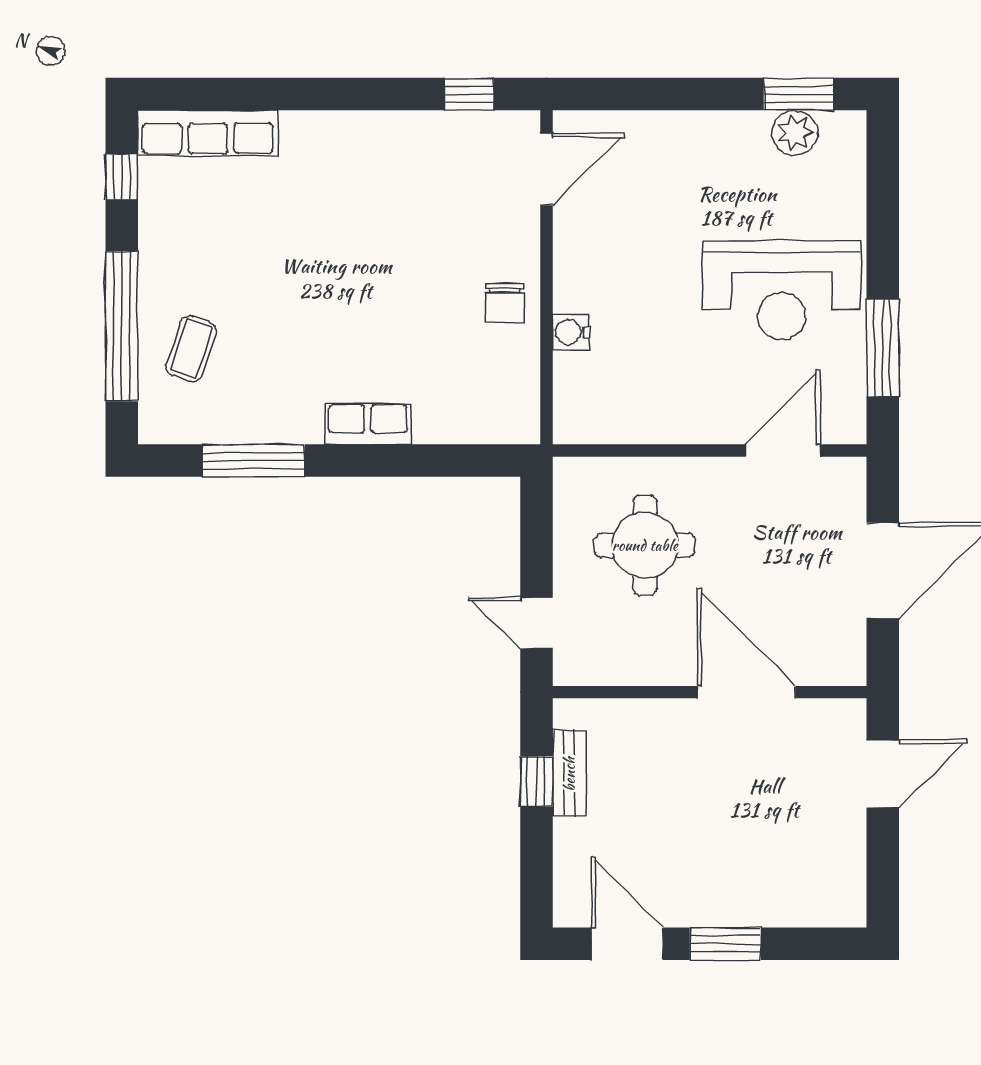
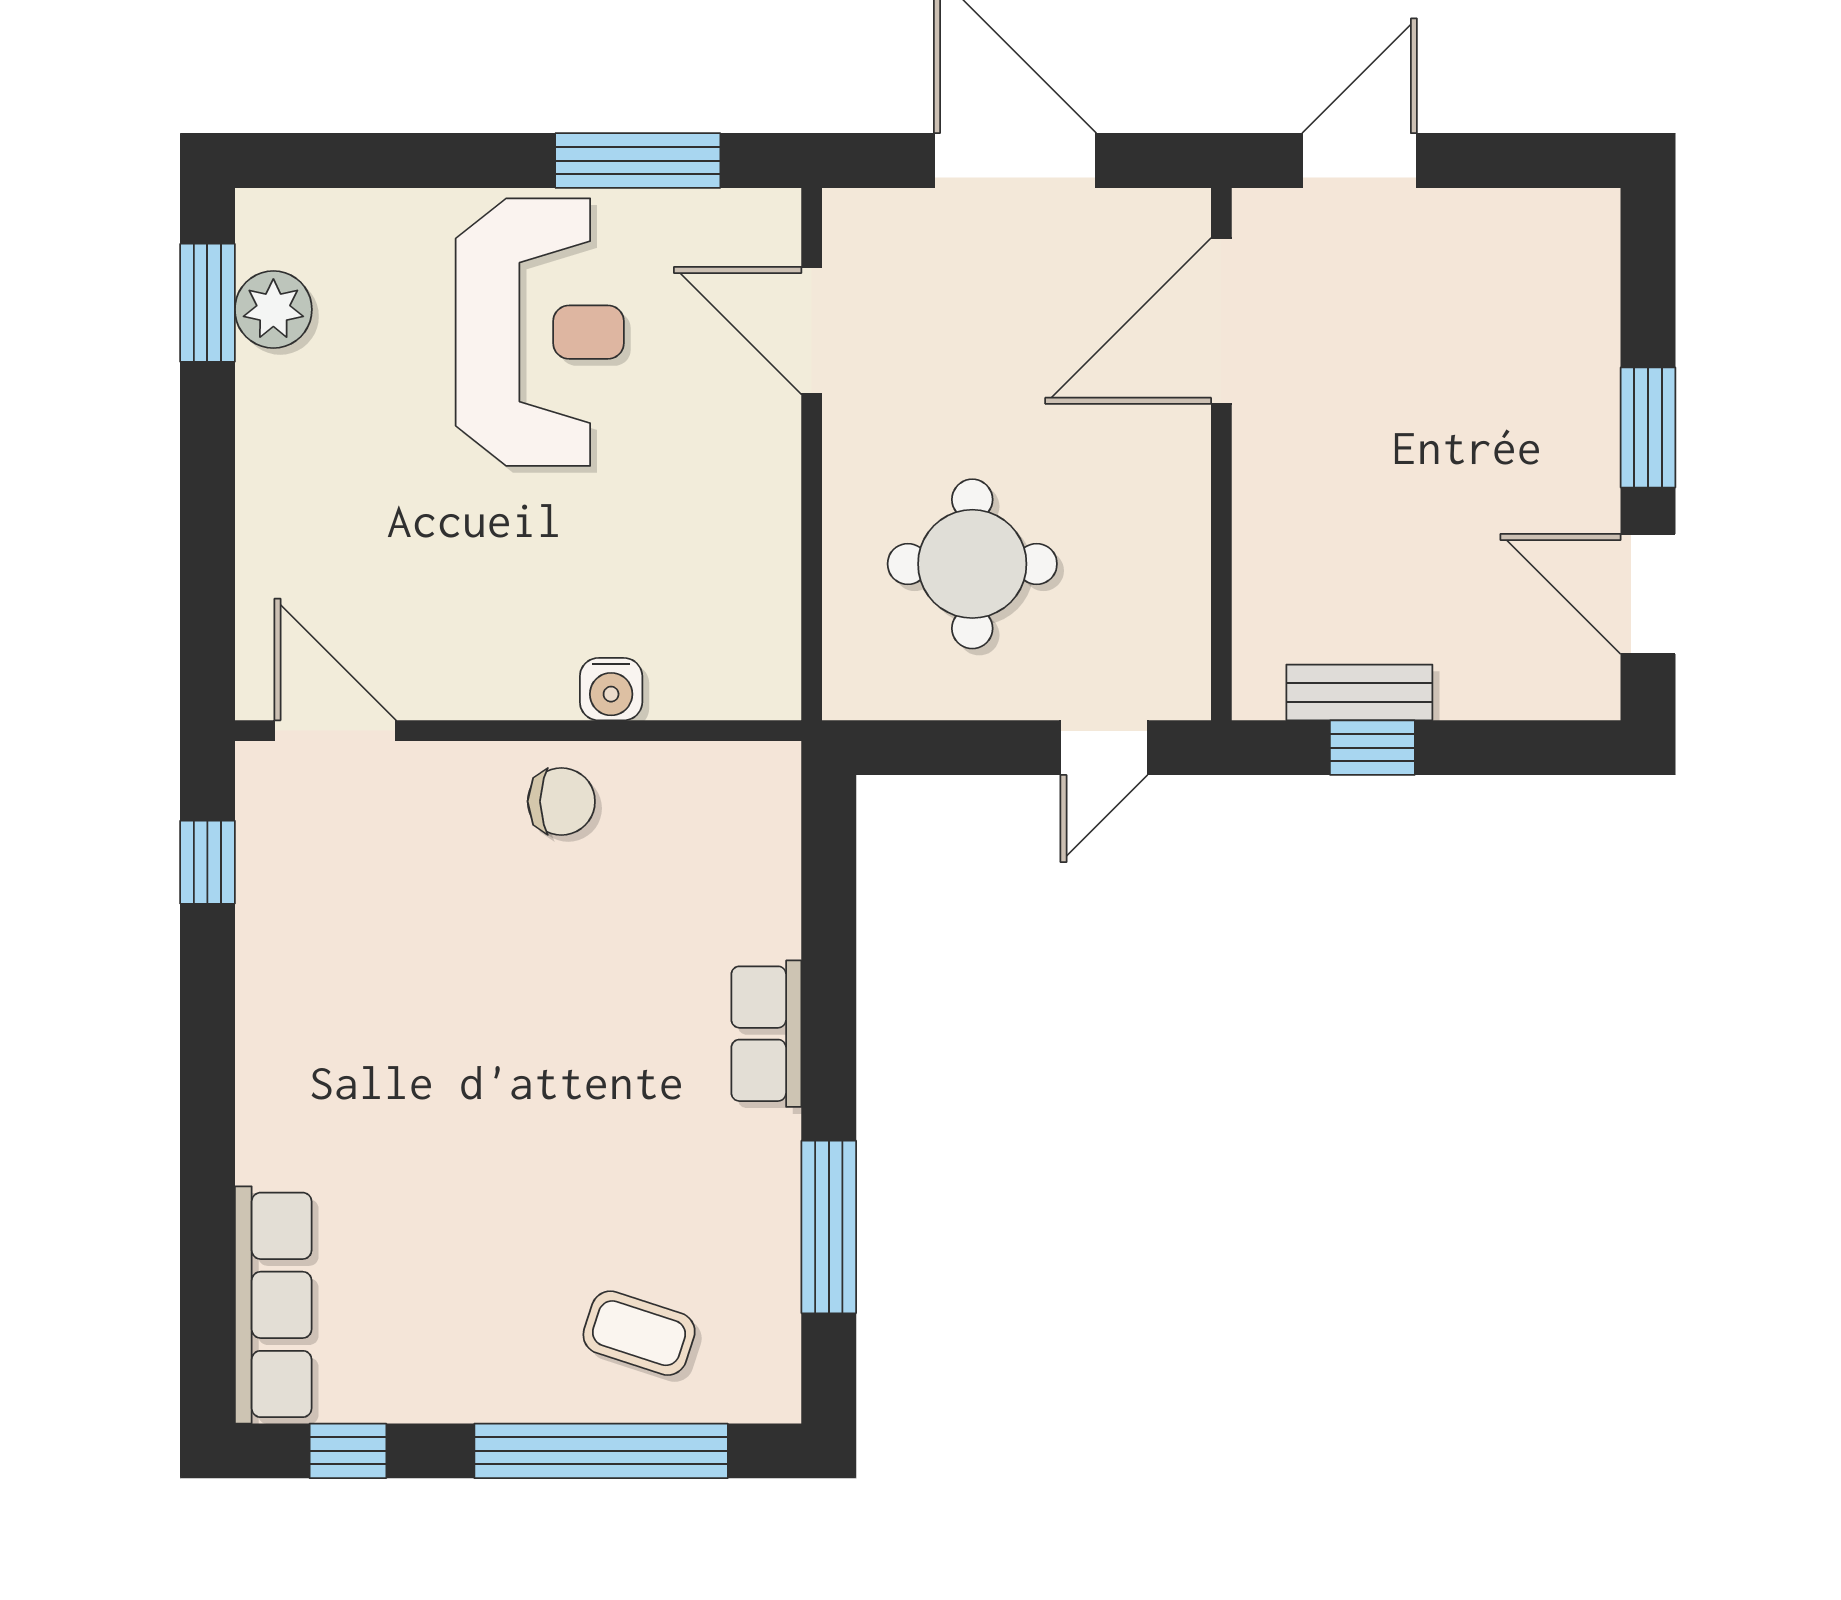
door: (746, 692) -> (1221, 321), moved
door: (883, 774) -> (1360, 161), hinge flipped
door: (627, 944) -> (1648, 594), hinge flipped

